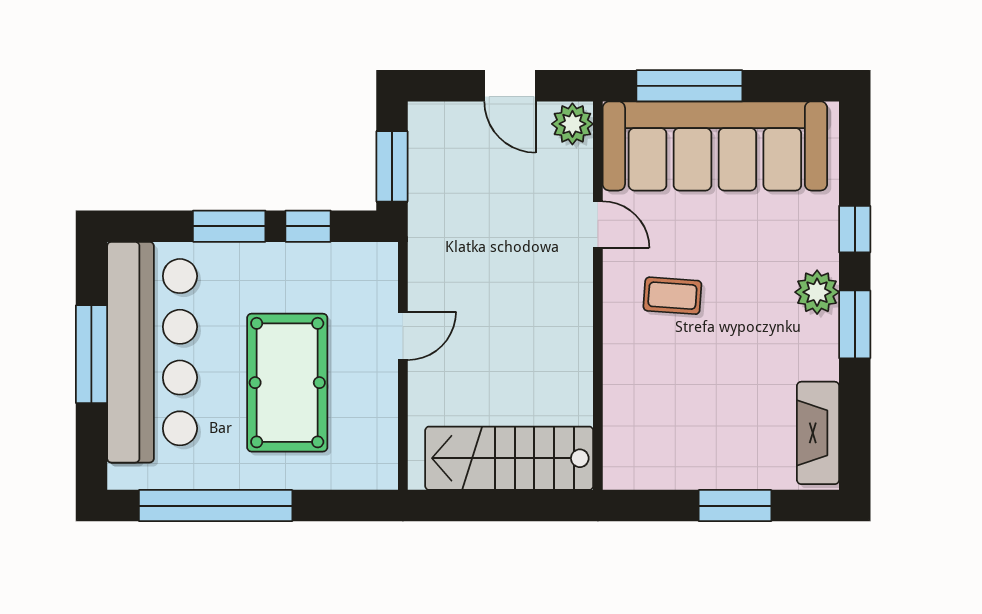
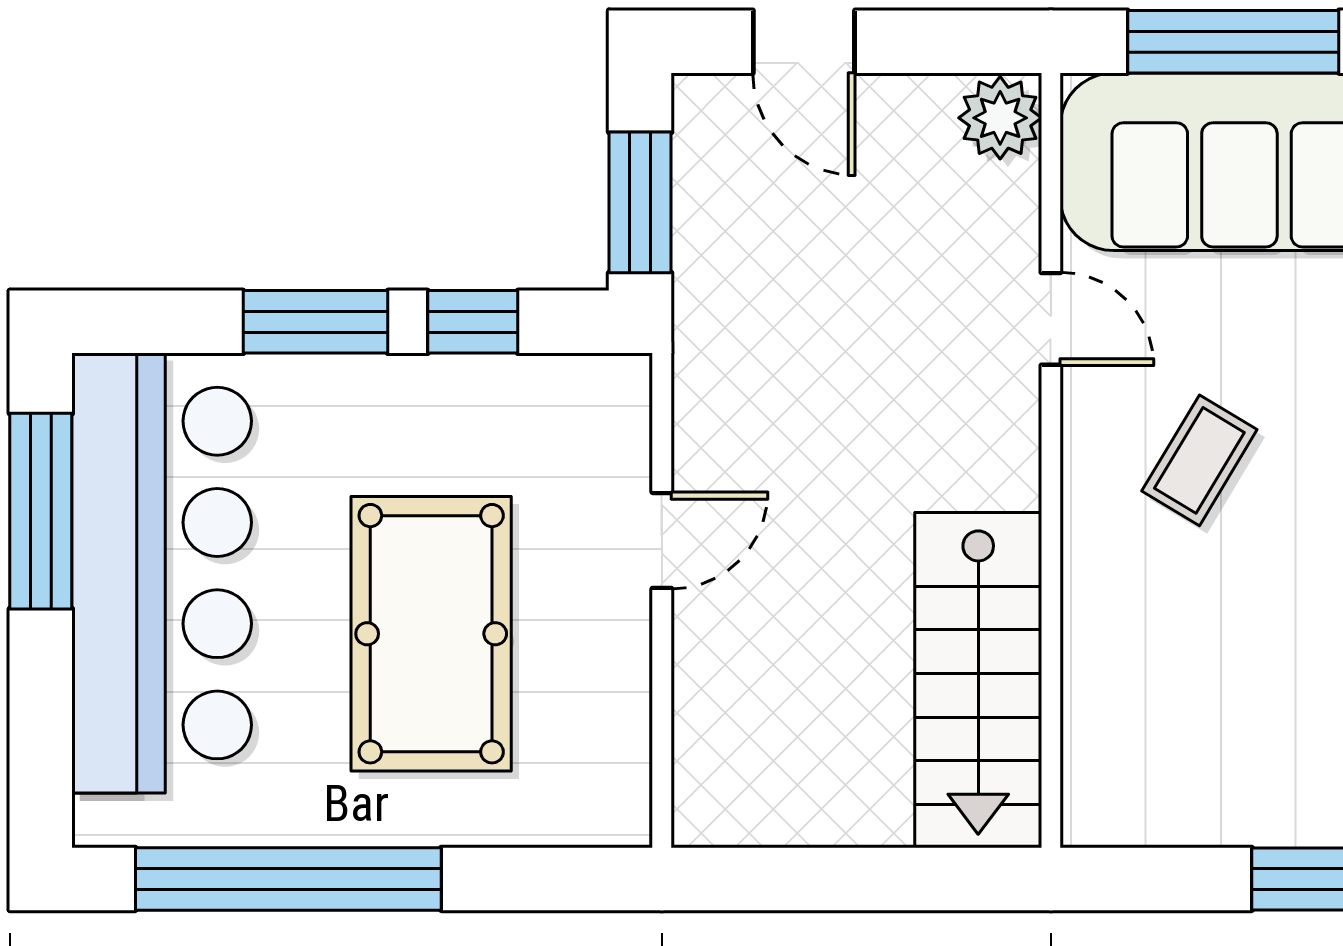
door: (510, 86) -> (804, 42), moved
coffee table: (672, 296) -> (1199, 460), turned -63
window: (91, 354) -> (41, 511), moved
stairs: (509, 458) -> (978, 680), moved, turned -90

